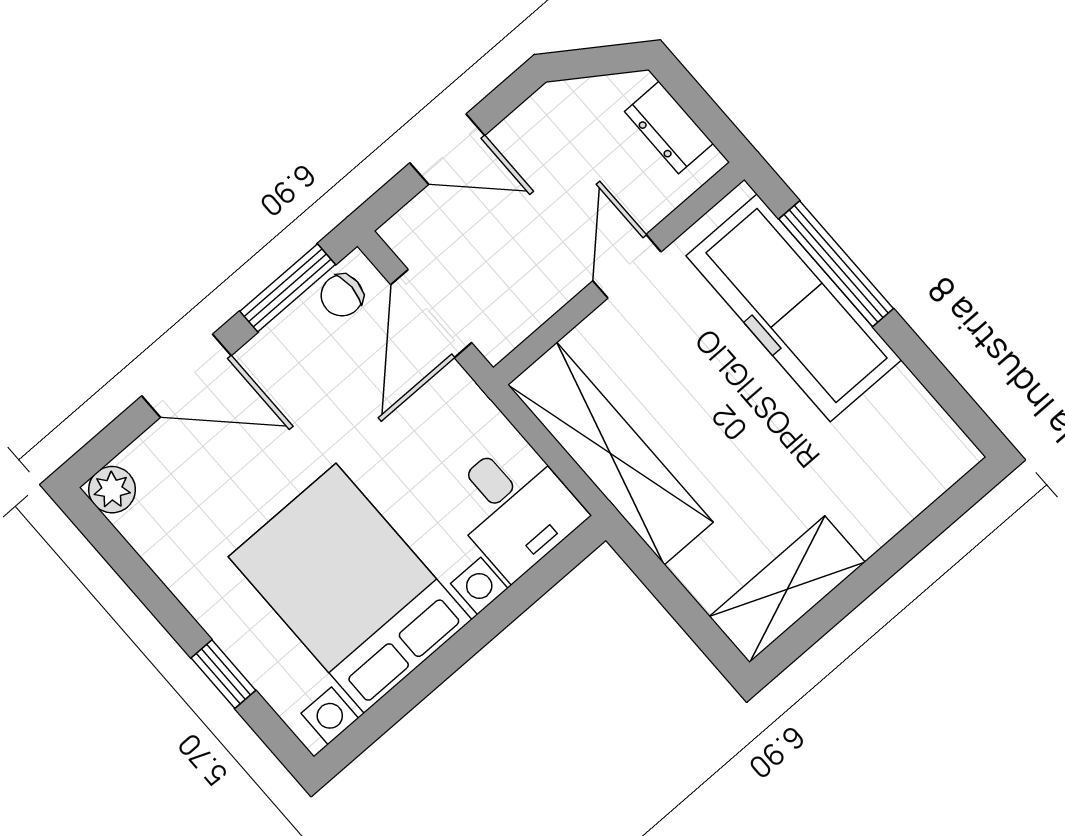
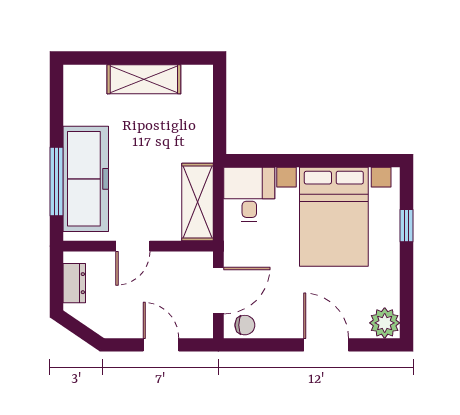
window: (288, 288) -> (262, 345), removed
shelving: (610, 453) -> (198, 202), width x0.68
plant: (112, 490) -> (385, 323), width x1.38, depth x1.38
shelving: (787, 589) -> (144, 79), moved

